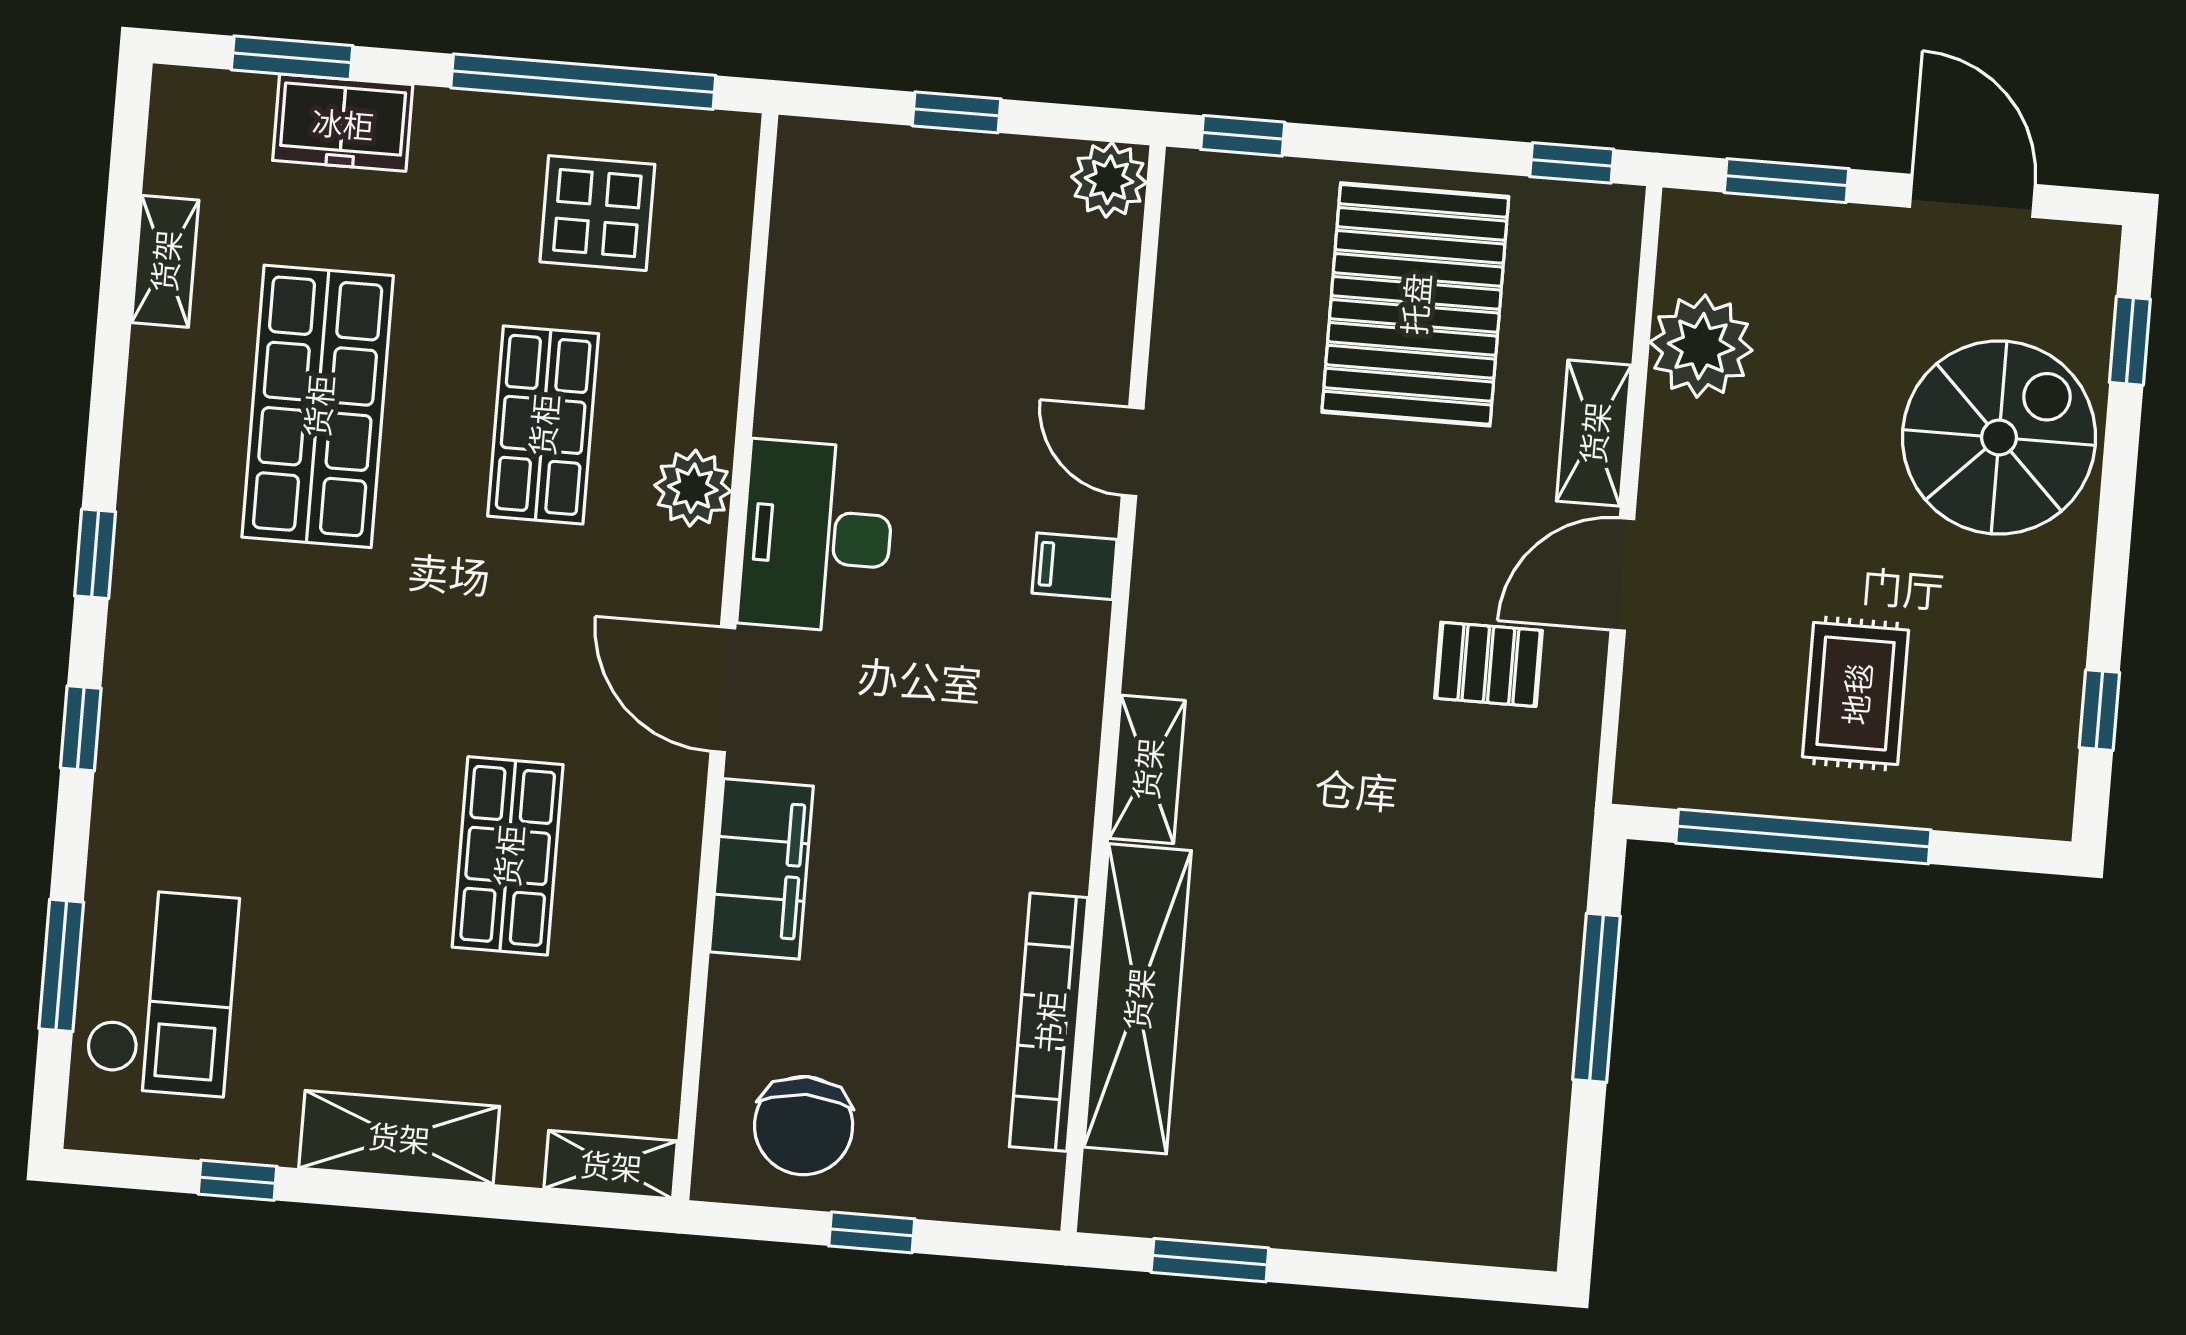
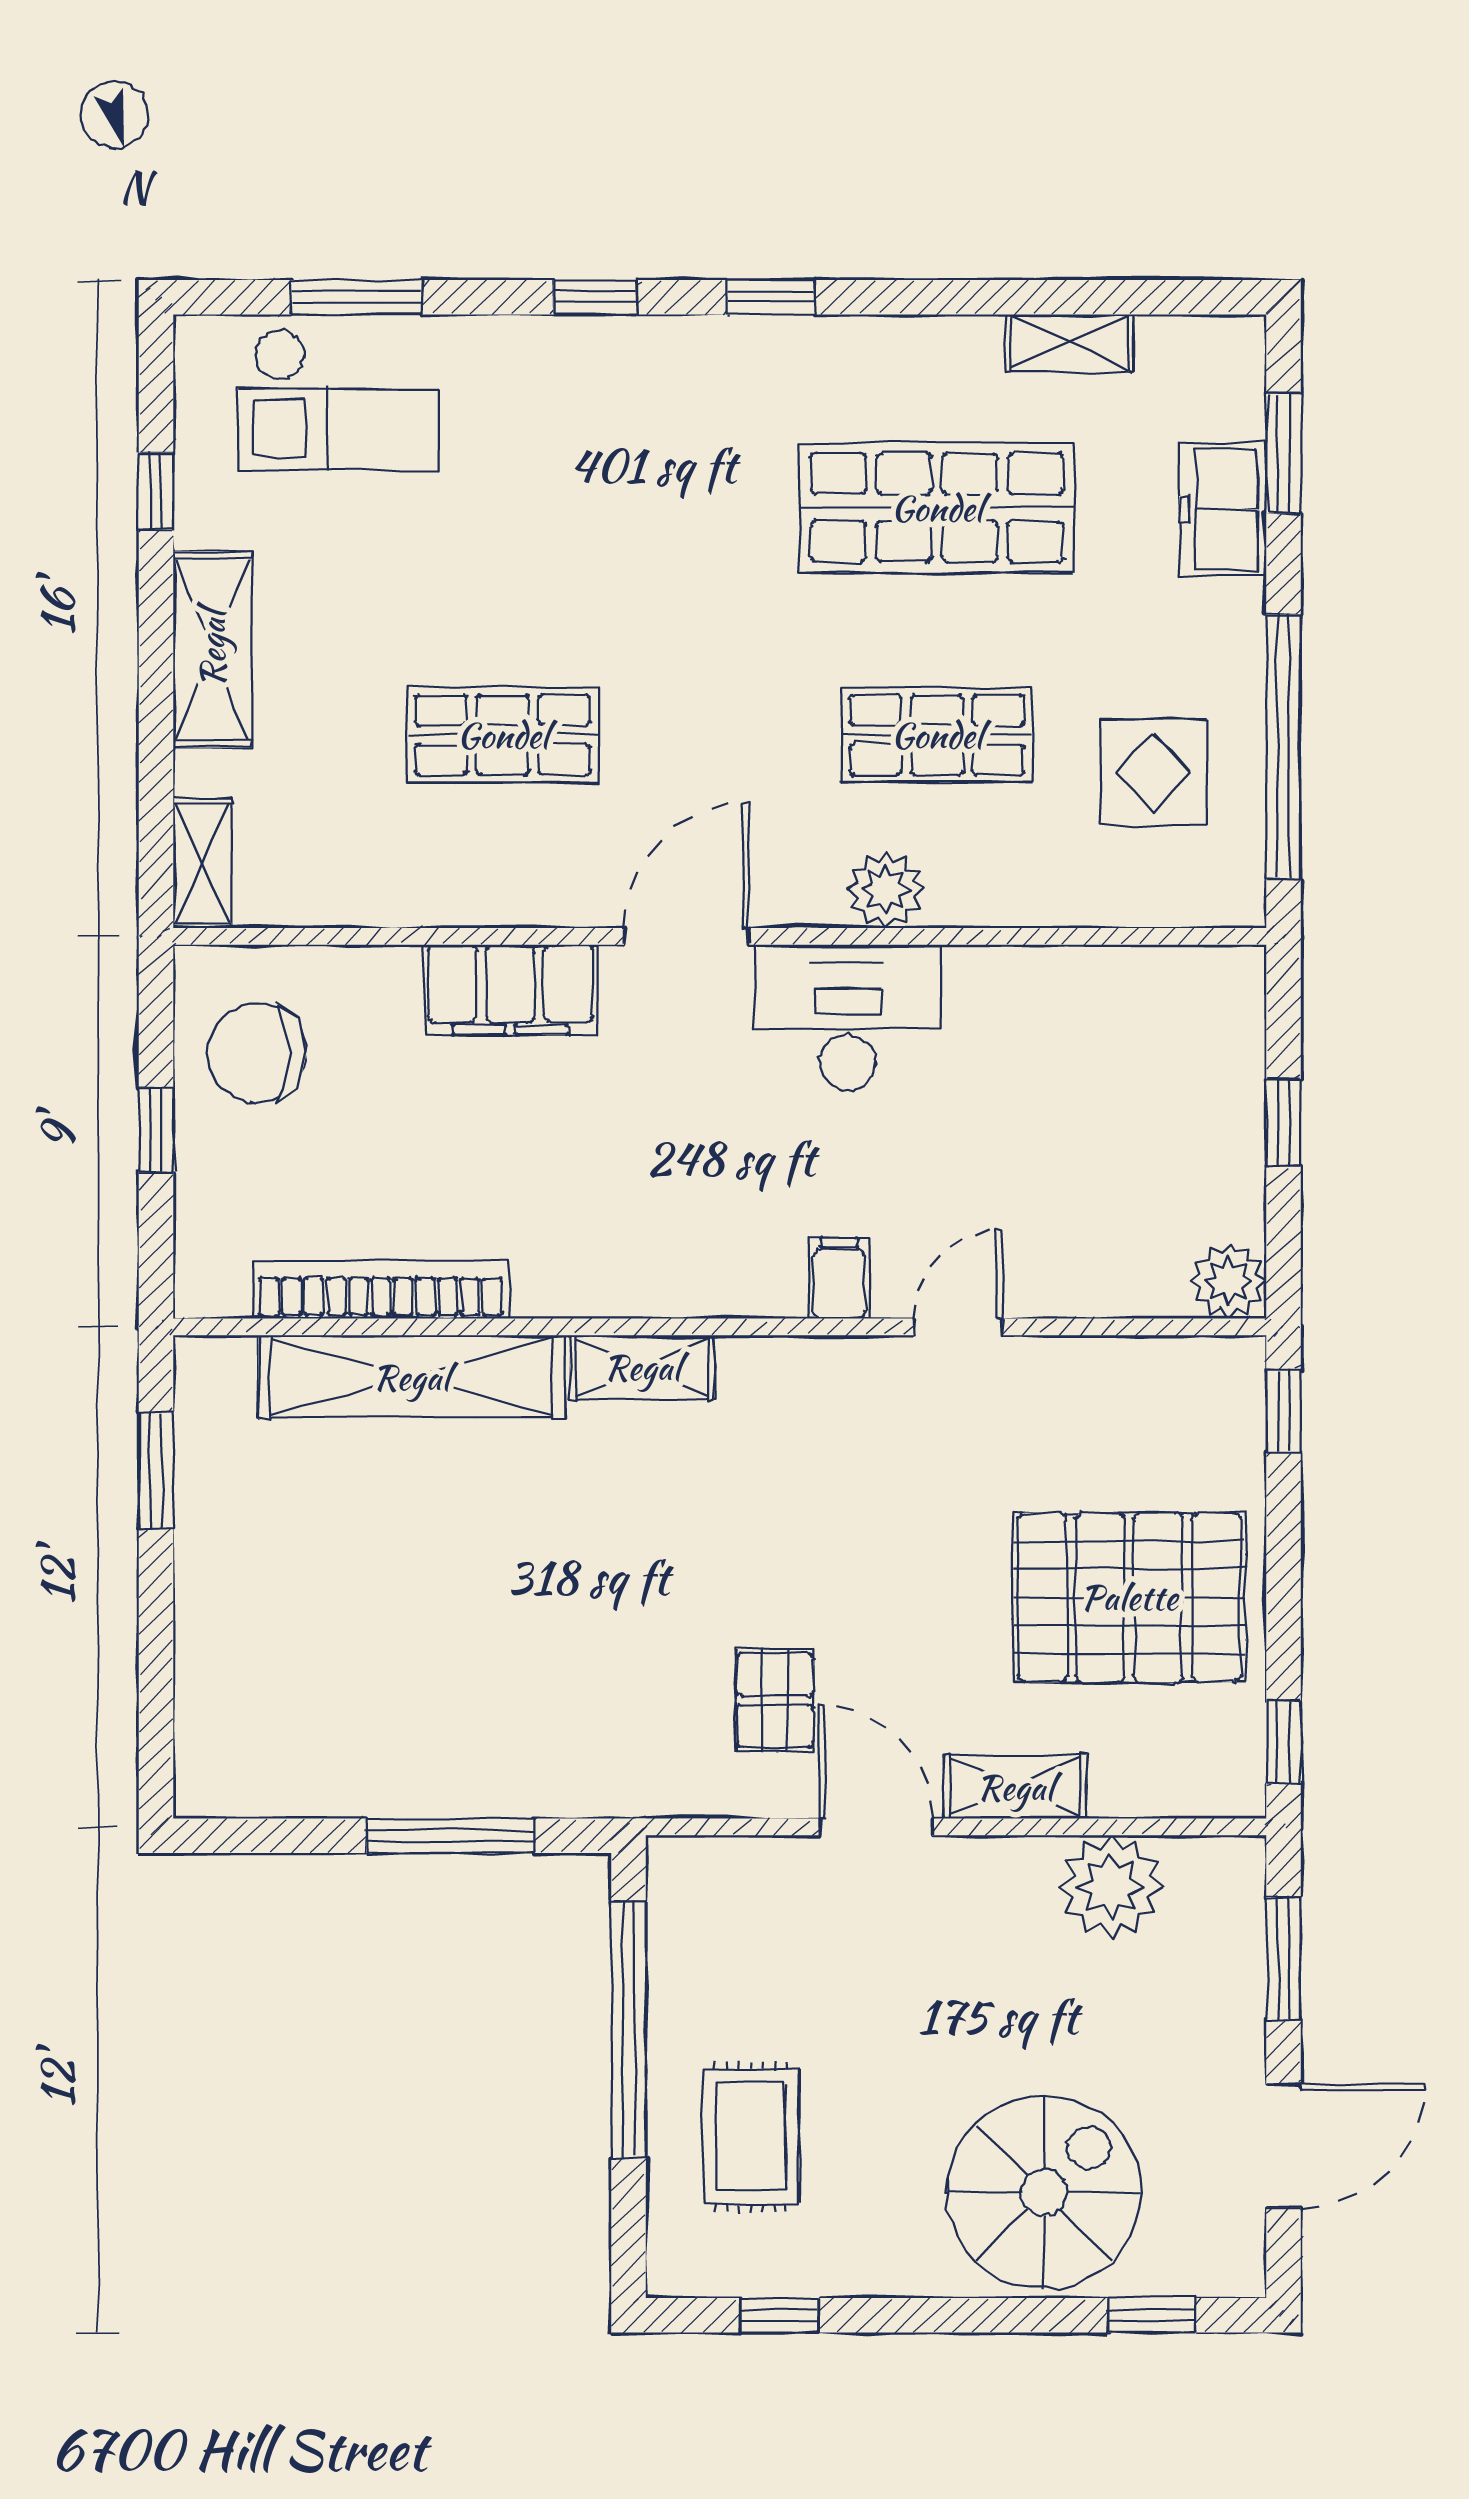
spiral stairs: (1999, 437) -> (1044, 2192), turned -90
rug: (1856, 694) -> (751, 2137), moved, turned 90

